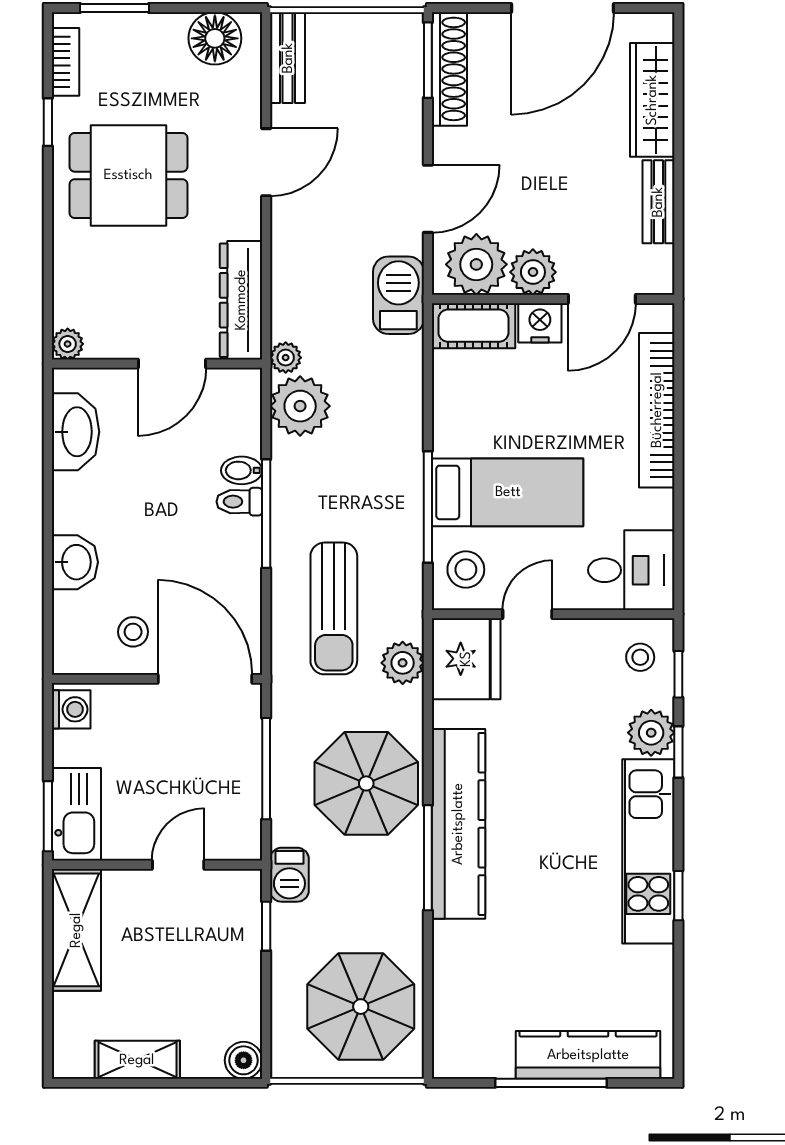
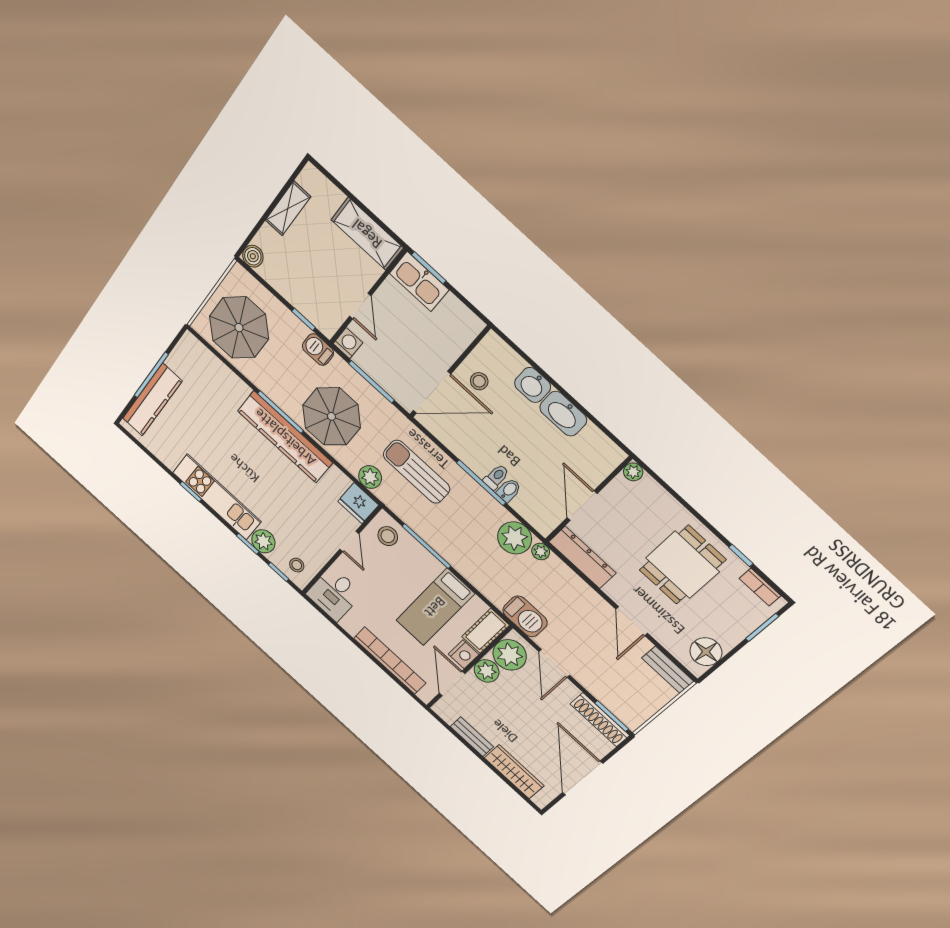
washbasin: (76, 432) -> (563, 414), moved
bed: (508, 492) -> (435, 607), moved
fridge: (466, 659) -> (358, 503), width x0.73, depth x0.75
washing machine: (71, 709) -> (348, 343), moved, turned 180

